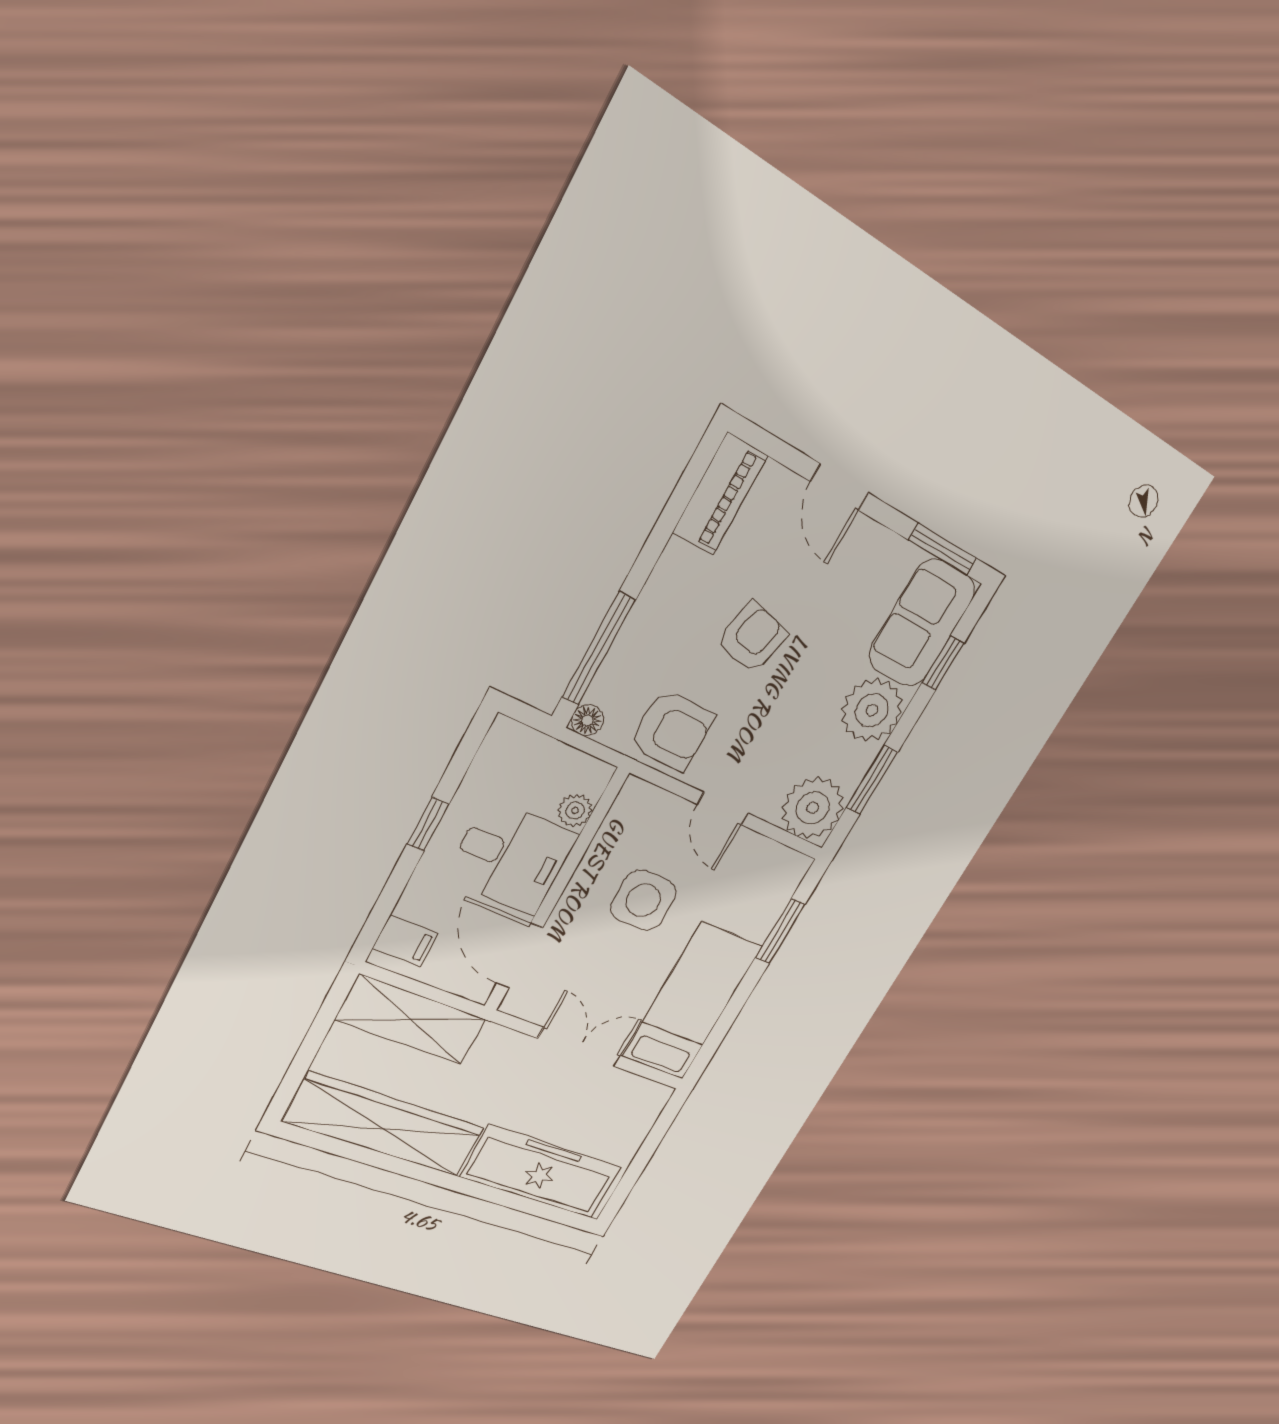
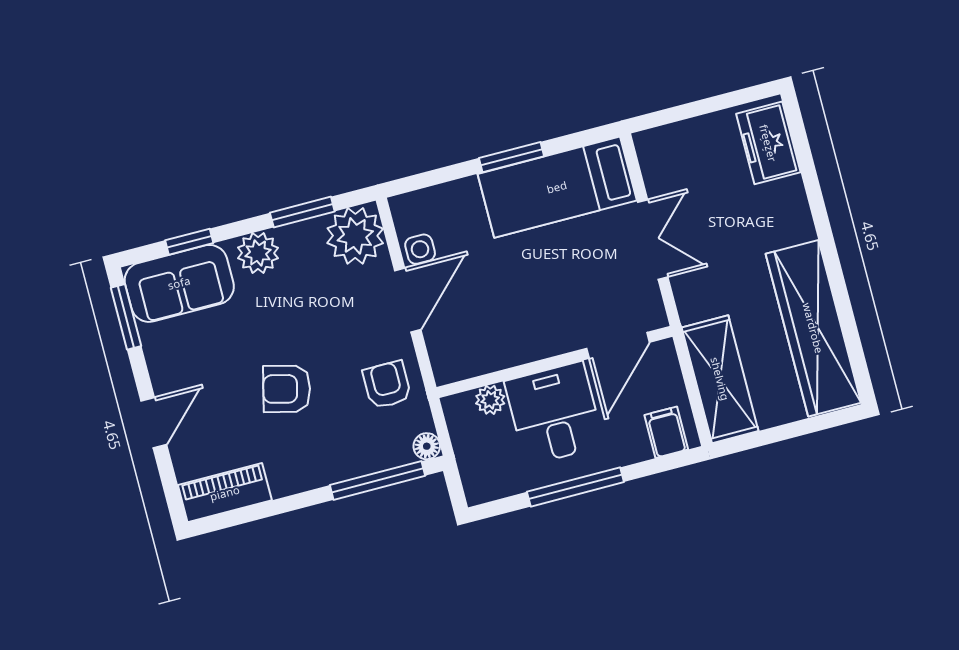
plant: (872, 710) -> (258, 253), width x0.73, depth x0.73
armchair: (672, 731) -> (387, 385), width x0.72, depth x0.72
door: (723, 809) -> (408, 300), width x1.37
window: (428, 824) -> (575, 487), width x2.17
side table: (643, 900) -> (420, 249), moved, width x0.54, depth x0.54
window: (780, 931) -> (512, 157), moved
double door: (579, 1047) -> (653, 240), swing flipped
freezer: (541, 1172) -> (768, 143), width x0.52, depth x0.79

